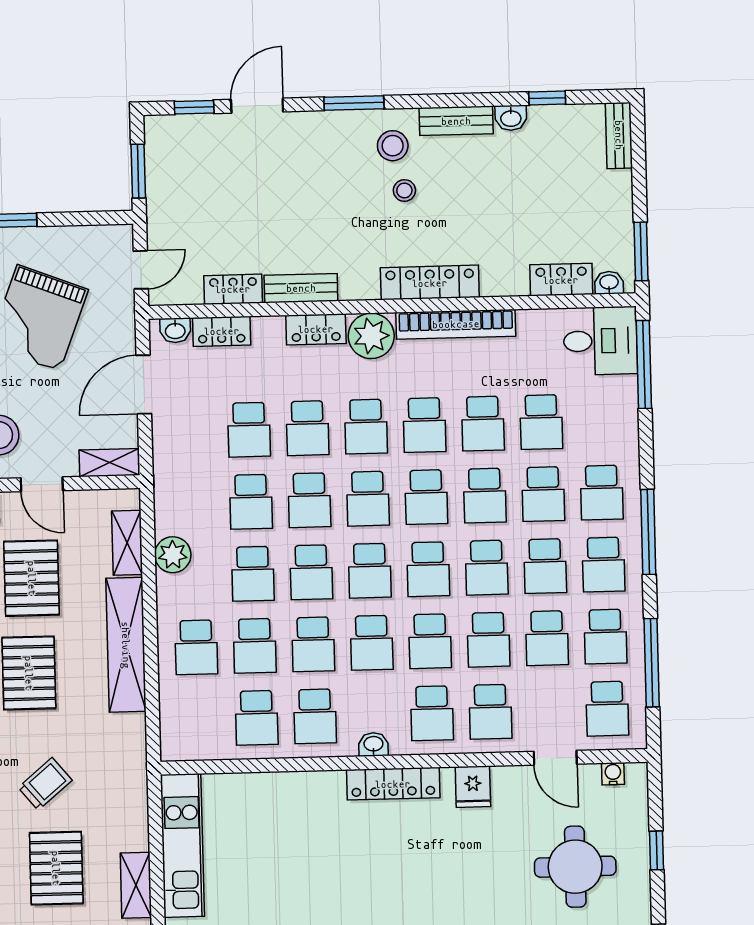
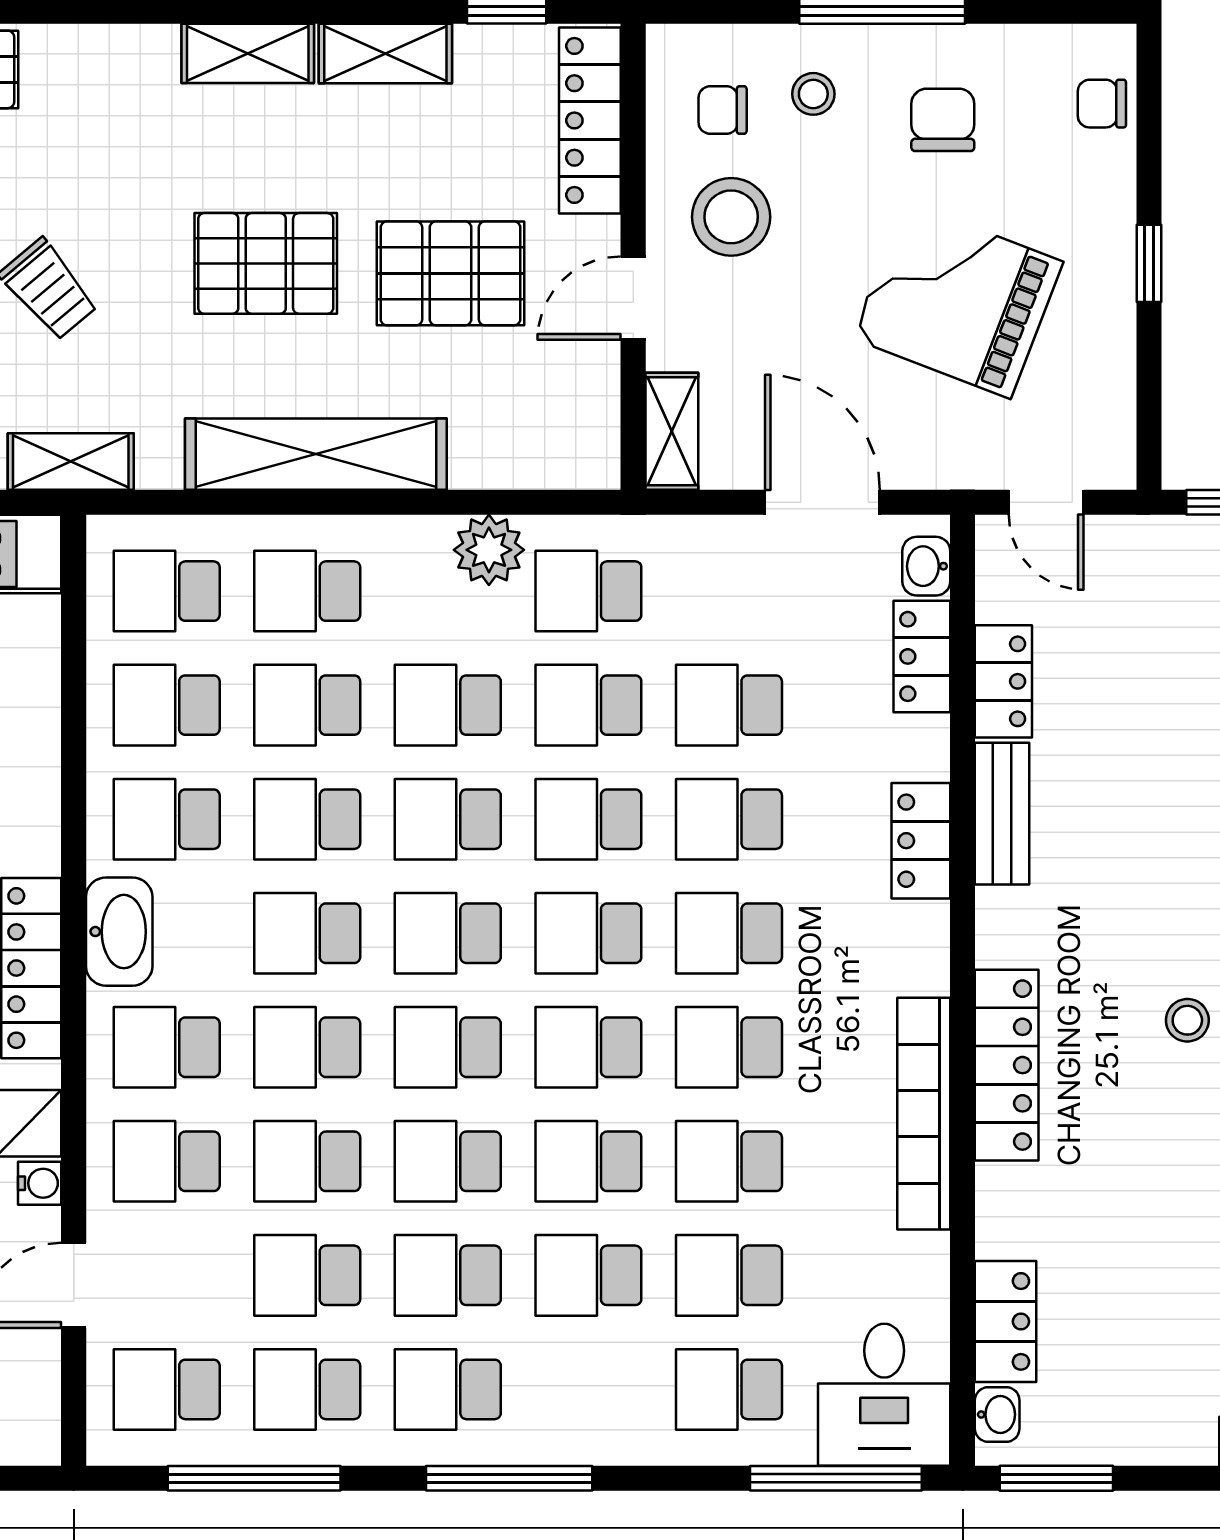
plant: (371, 336) -> (906, 948), removed
school desk: (602, 493) -> (729, 1389), moved
school desk: (192, 503) -> (588, 591), added
shelving: (127, 543) -> (71, 462), moved
school desk: (198, 719) -> (167, 591), added
washbasin: (373, 744) -> (119, 932), width x1.91, depth x1.45
water cooler: (613, 774) -> (40, 1183), moved

